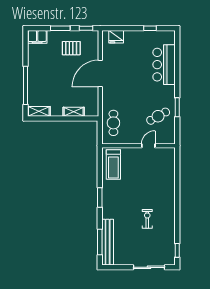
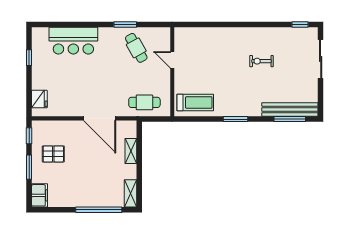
pallet: (71, 48) -> (53, 154), turned 90
door: (100, 73) -> (100, 118), moved

